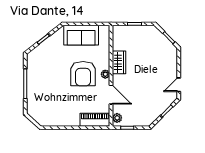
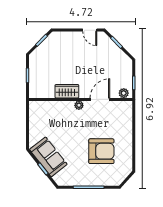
sofa: (81, 35) -> (48, 157), moved, turned -38
armchair: (83, 74) -> (101, 151), moved
piano: (95, 120) -> (126, 116), removed

